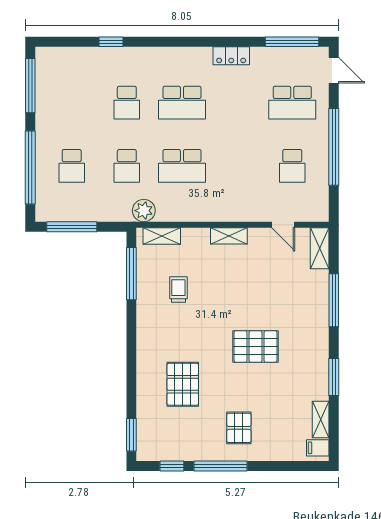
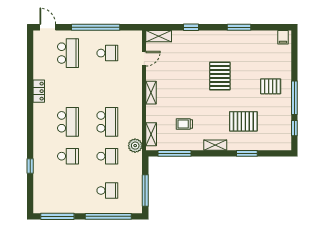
window: (292, 42) -> (30, 53), removed
door: (334, 70) -> (48, 27), hinge flipped
window: (334, 300) -> (191, 27), width x0.46
shelving: (321, 420) -> (215, 145), moved
window: (131, 435) -> (247, 153), moved

